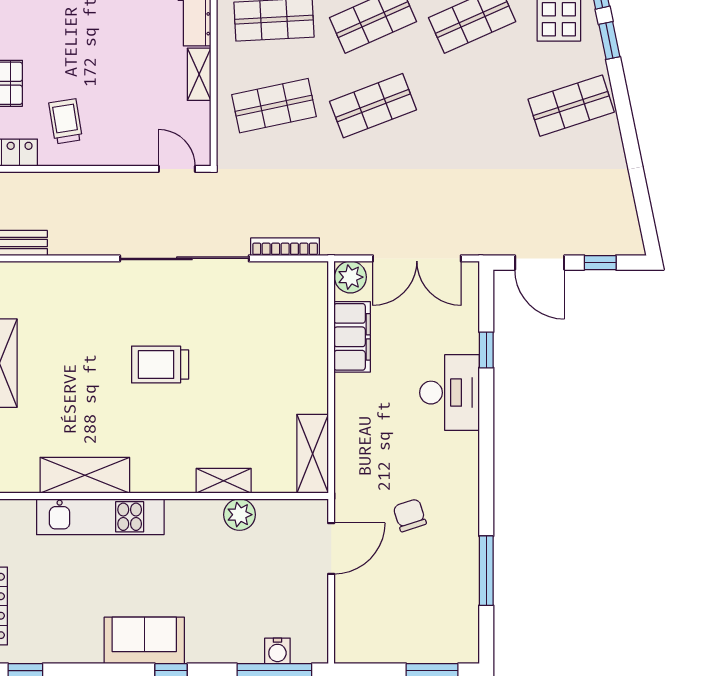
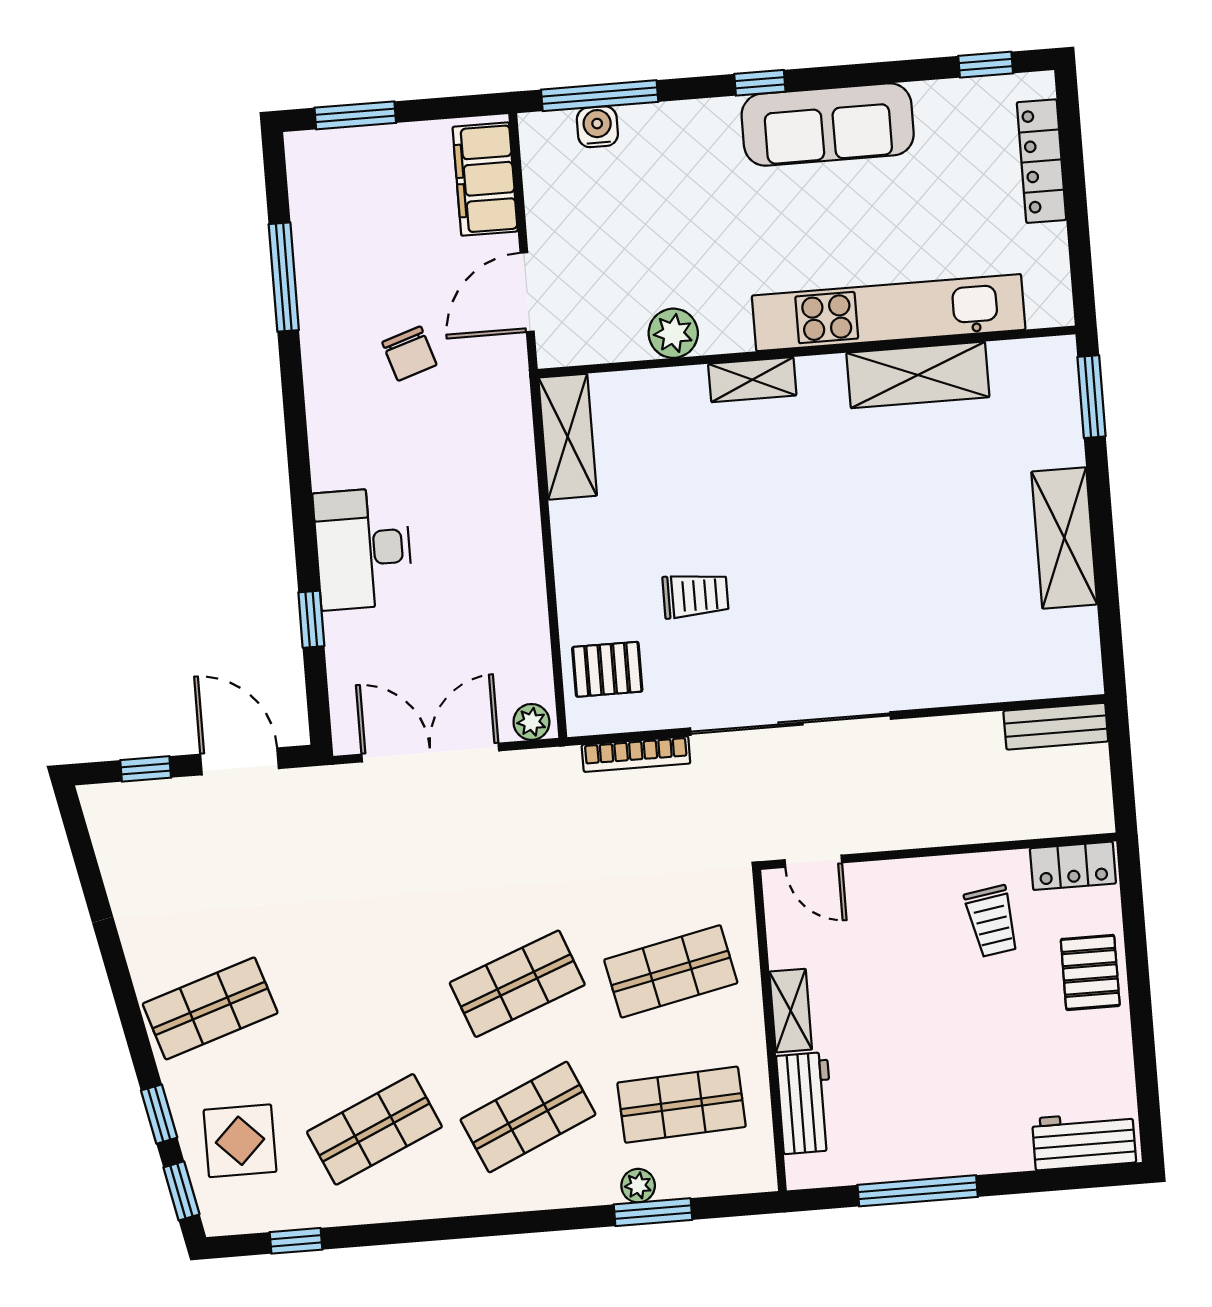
plant: (350, 277) -> (531, 722), width x0.73, depth x0.73
pallet: (299, 303) -> (607, 669), added
filing cabinet: (352, 337) -> (485, 179), moved
trolley: (160, 365) -> (695, 595), moved, width x0.73, depth x0.72
shelving: (224, 481) -> (752, 380), moved
kitchen unit: (100, 517) -> (889, 313), width x1.36
sofa: (144, 640) -> (828, 125), width x1.36

